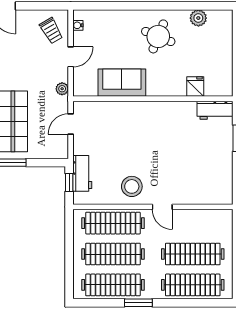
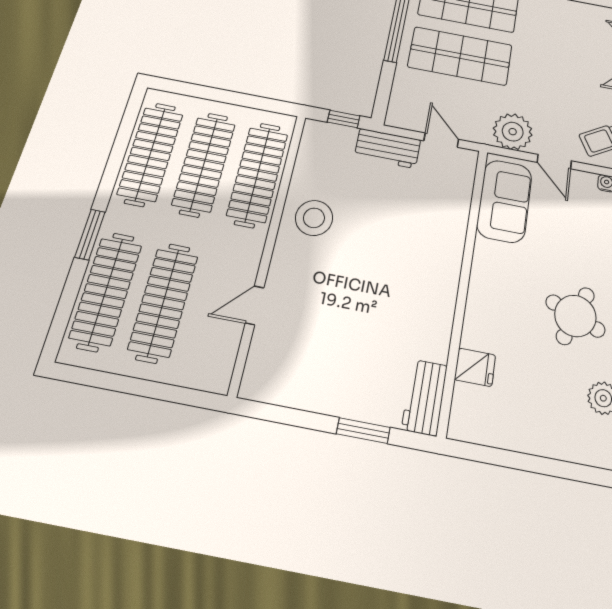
sofa: (122, 83) -> (504, 201), moved
plant: (62, 89) -> (513, 132), width x1.88, depth x1.88
workbench: (82, 173) -> (388, 148), moved
door: (162, 207) -> (255, 305), moved
window: (138, 303) -> (90, 234), moved

